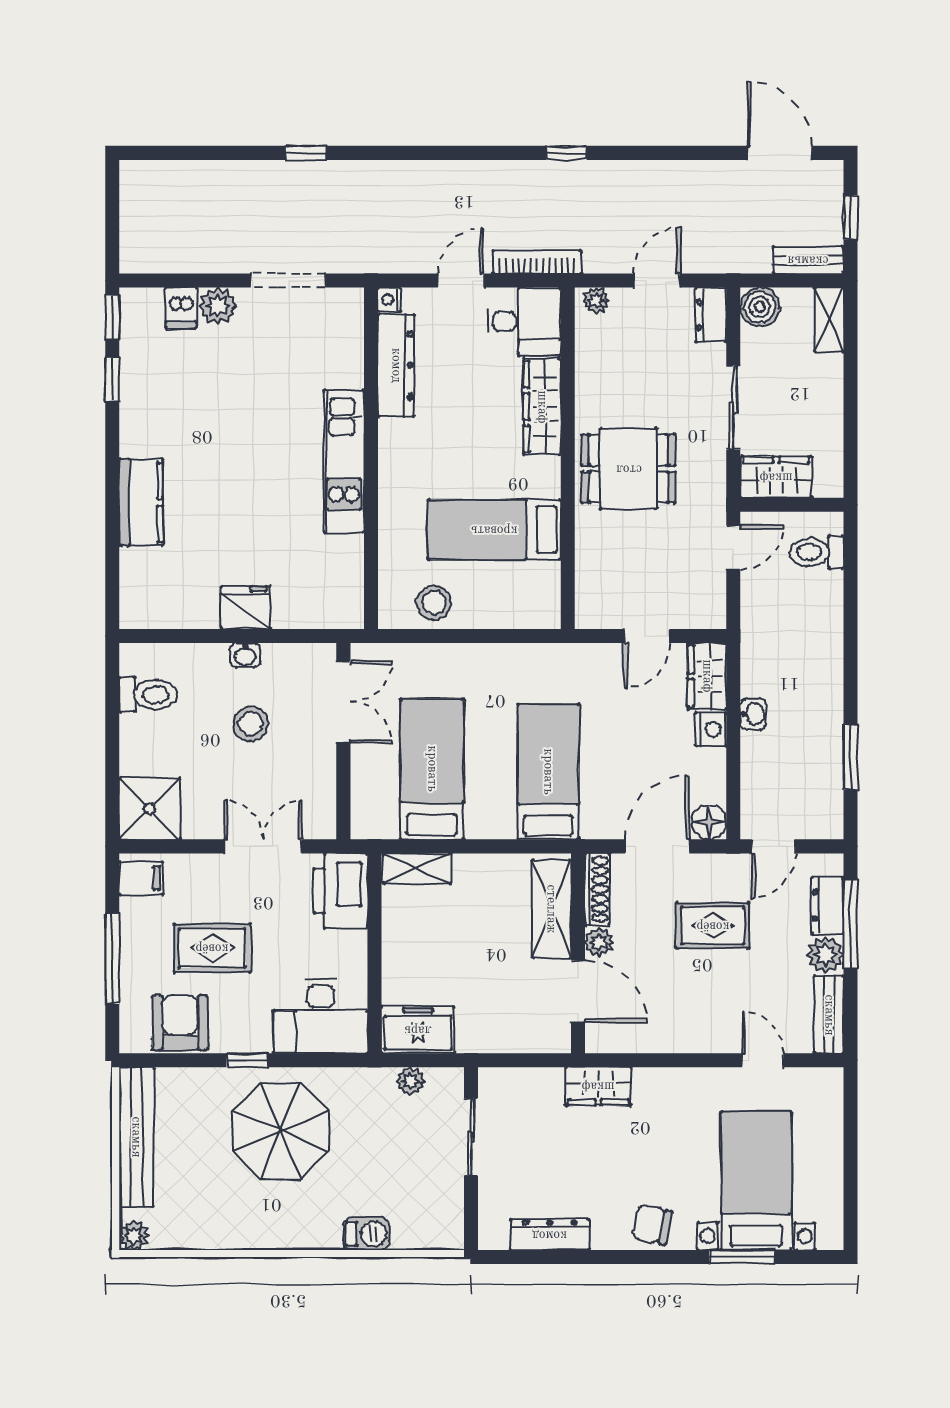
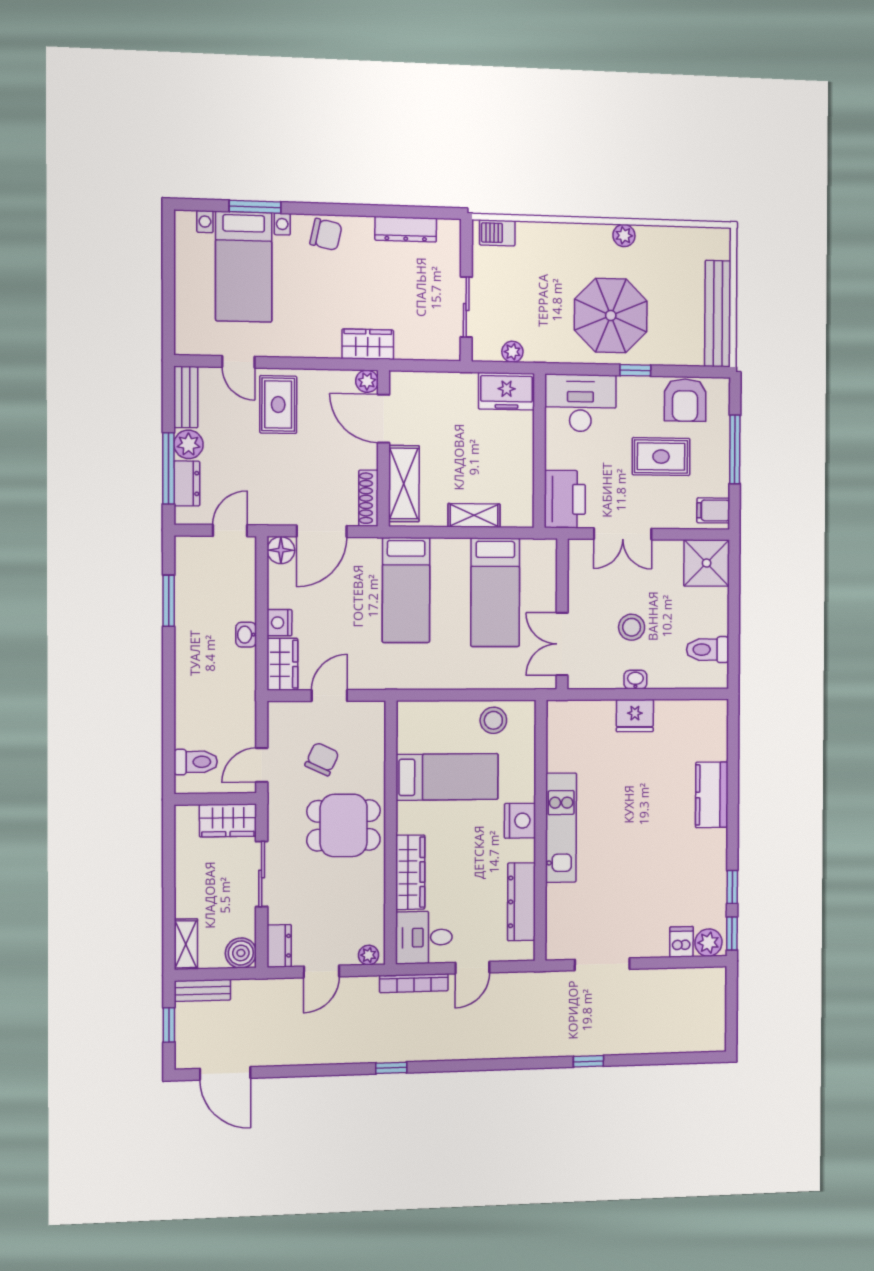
nightstand: (389, 300) -> (520, 821), moved, width x1.89, depth x1.79
plant: (218, 306) -> (708, 943), moved
chair: (656, 554) -> (322, 759), added
shelving: (417, 869) -> (474, 515), moved
rug: (713, 926) -> (278, 405), moved, turned 90
plant: (599, 942) -> (367, 381), moved
barbecue: (366, 1234) -> (497, 233), moved
plant: (134, 1235) -> (624, 236), moved

